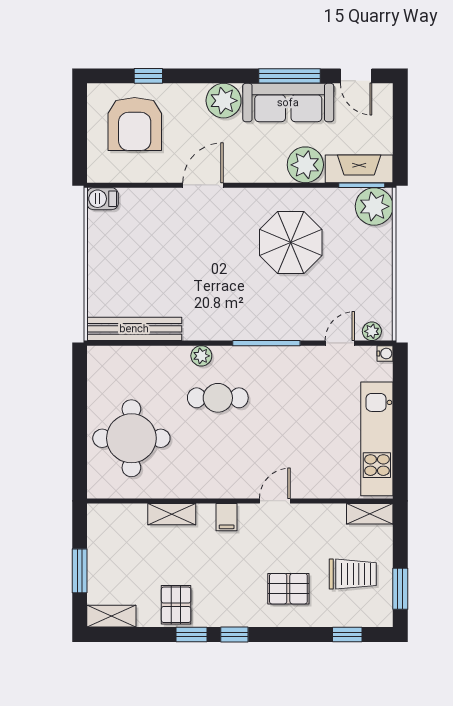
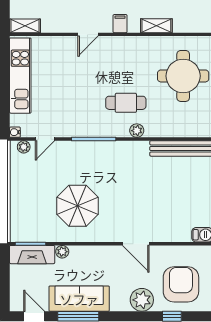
plant: (224, 101) -> (142, 300), moved
plant: (305, 165) -> (62, 252), width x0.53, depth x0.53
door: (203, 185) -> (136, 244), hinge flipped
plant: (374, 206) -> (22, 230), removed

